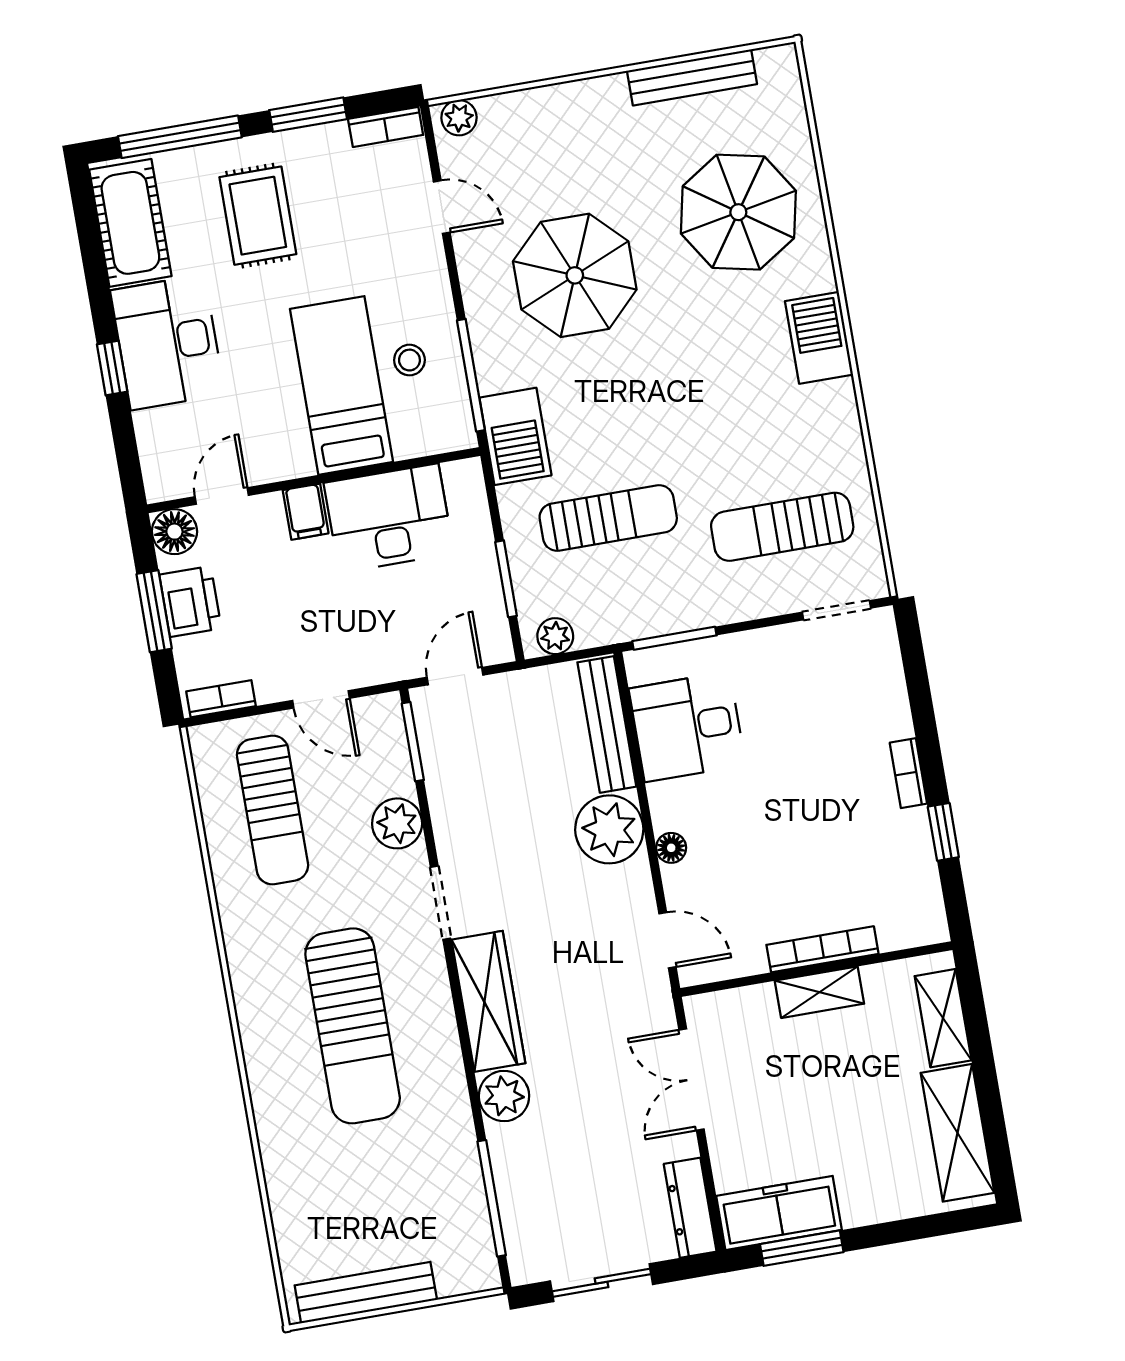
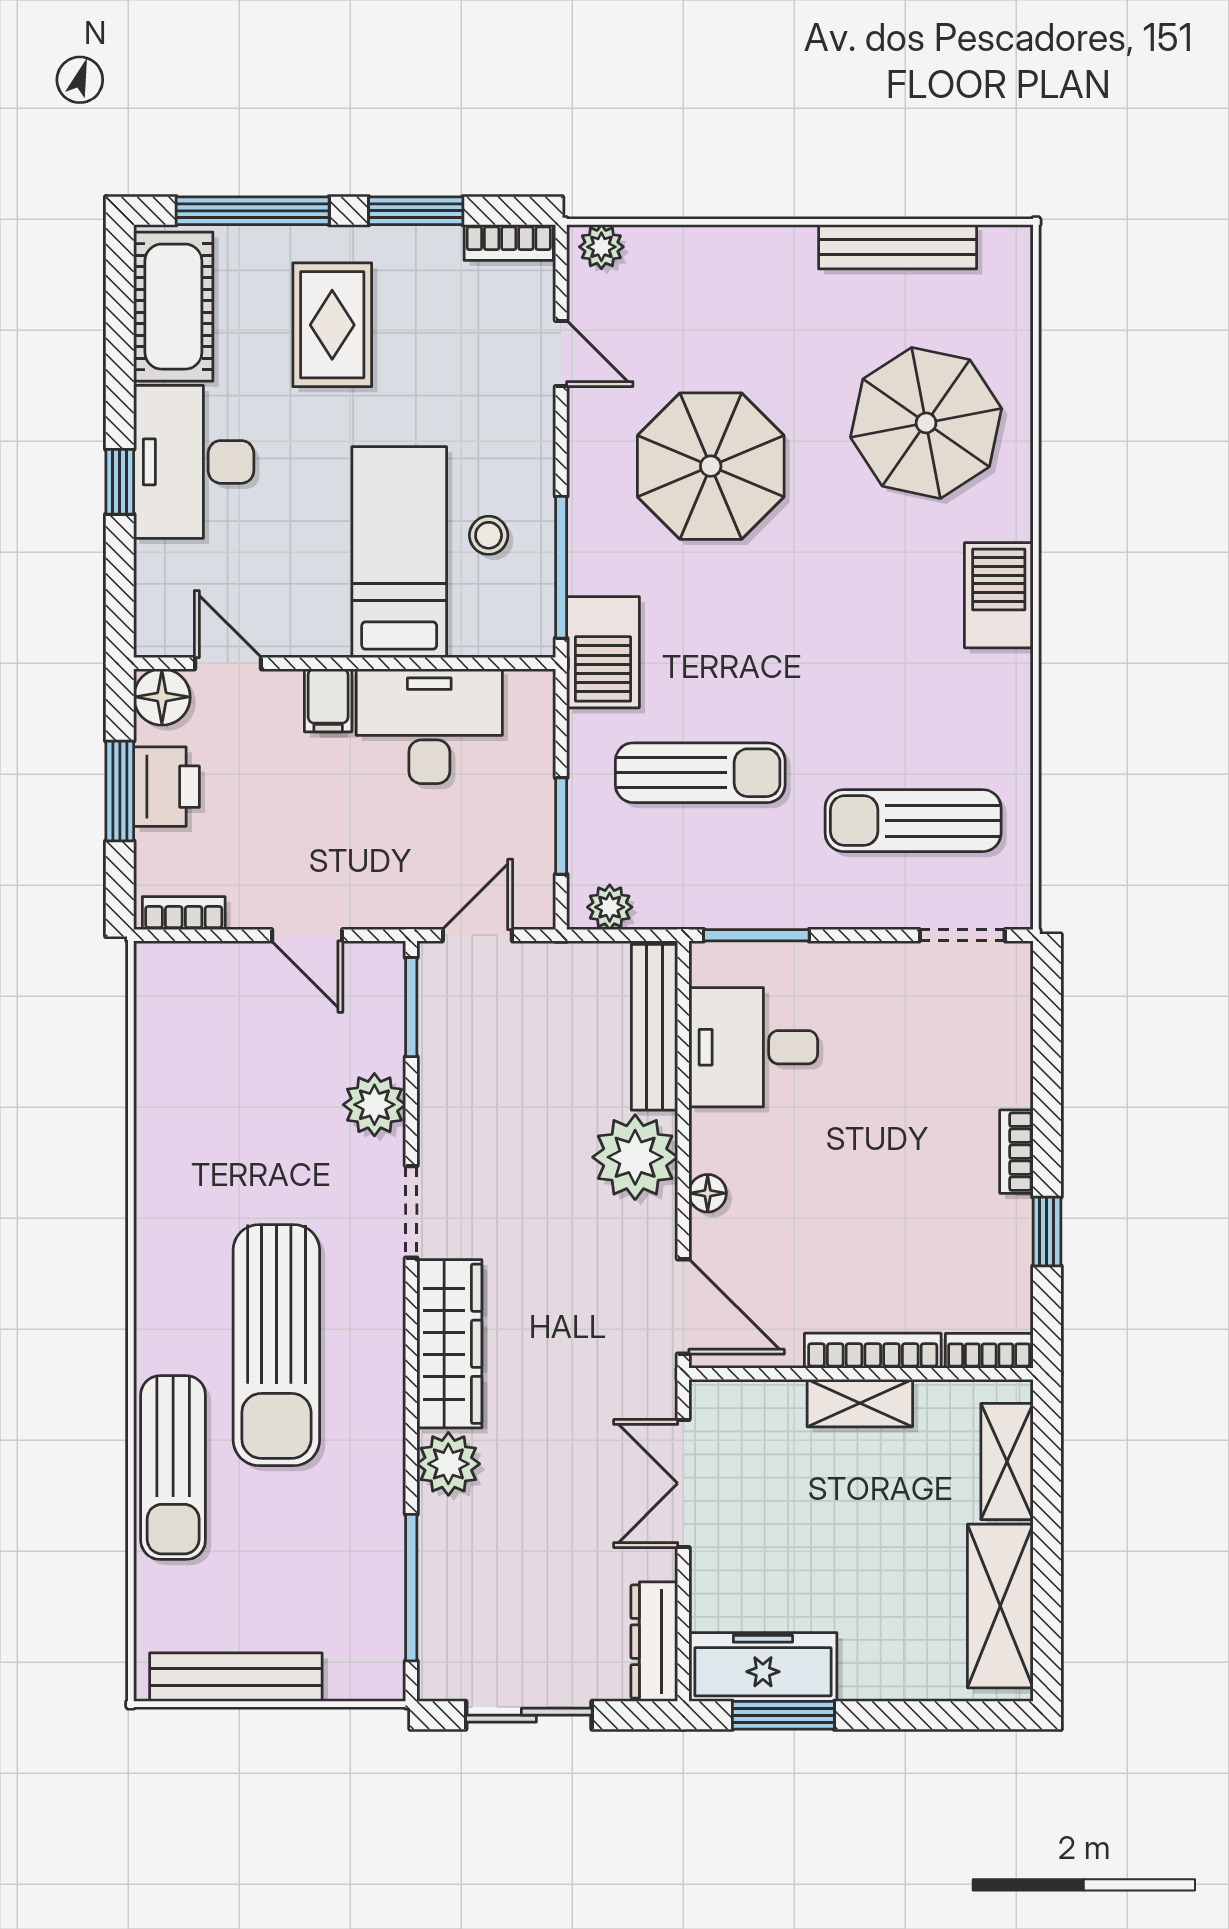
door: (222, 496) -> (228, 663), hinge flipped
sun lounger: (272, 810) -> (173, 1468), moved
bookcase: (914, 934) -> (989, 1351), added
door: (667, 940) -> (683, 1307), width x1.38

